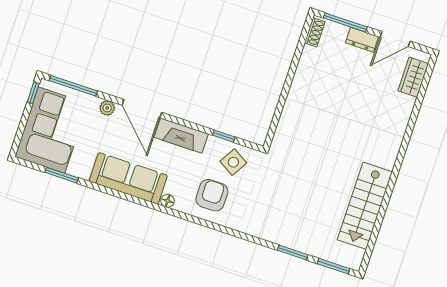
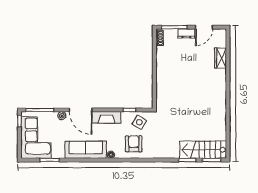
wardrobe: (413, 77) -> (221, 58), moved
stairs: (365, 206) -> (203, 150), moved, turned 90

